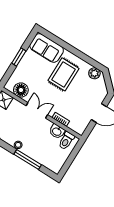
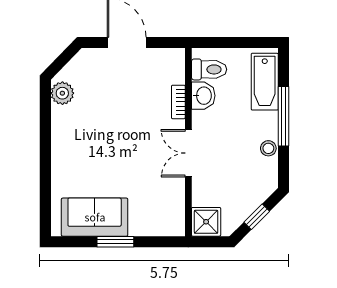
sofa: (47, 48) -> (95, 217), moved, turned -90
rug: (64, 74) -> (98, 145), removed
floor lamp: (21, 90) -> (170, 202), removed
bathtub: (47, 161) -> (265, 82), added

